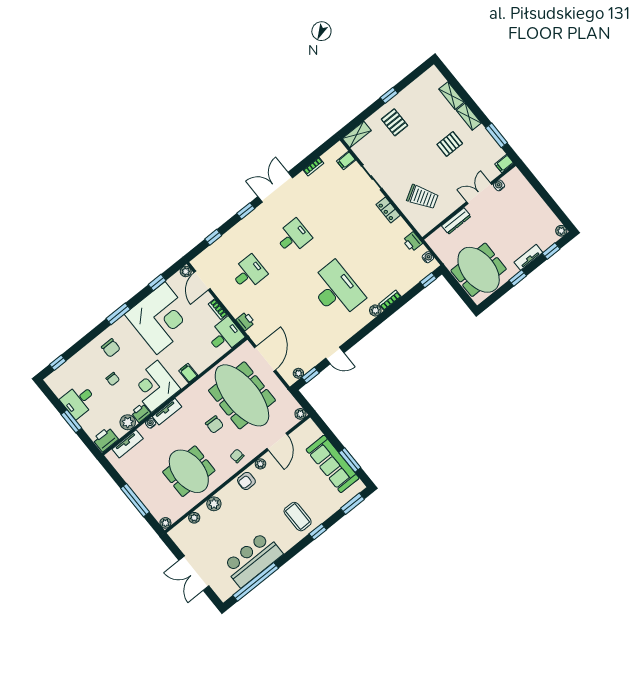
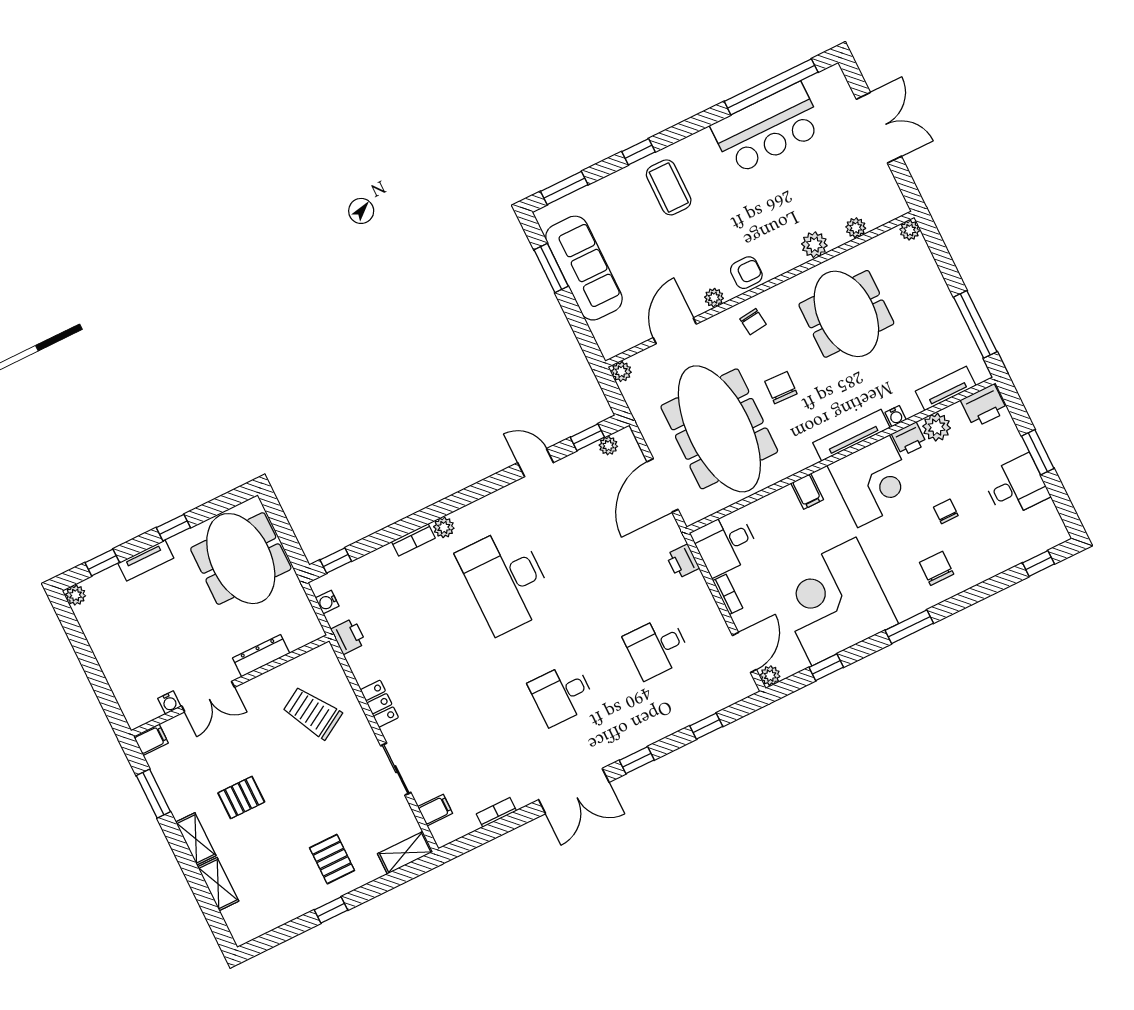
tv unit: (167, 412) -> (851, 435), width x1.41
window: (135, 500) -> (975, 324), moved

